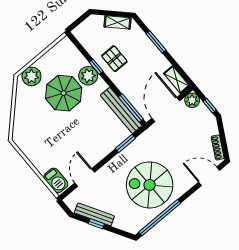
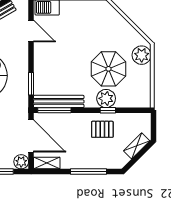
shelving: (118, 22) -> (137, 146), moved
window: (156, 42) -> (89, 172), width x1.44

